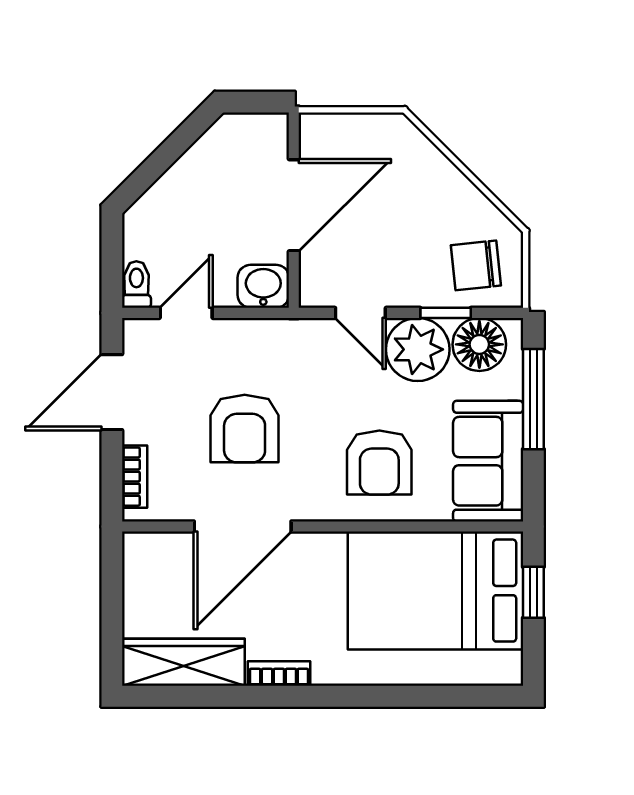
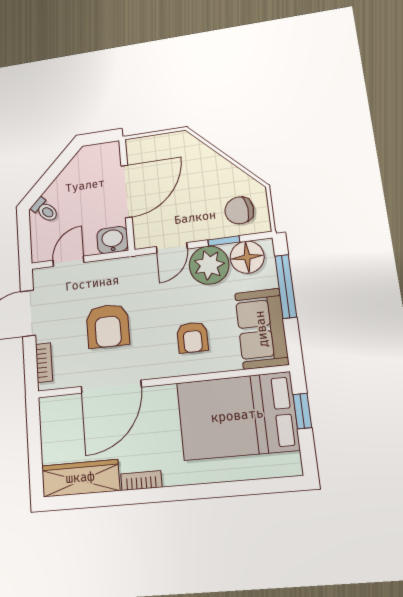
toilet: (136, 284) -> (45, 210), moved, turned 135
door: (360, 313) -> (172, 248), hinge flipped
armchair: (379, 463) -> (192, 337), width x0.72, depth x0.72

